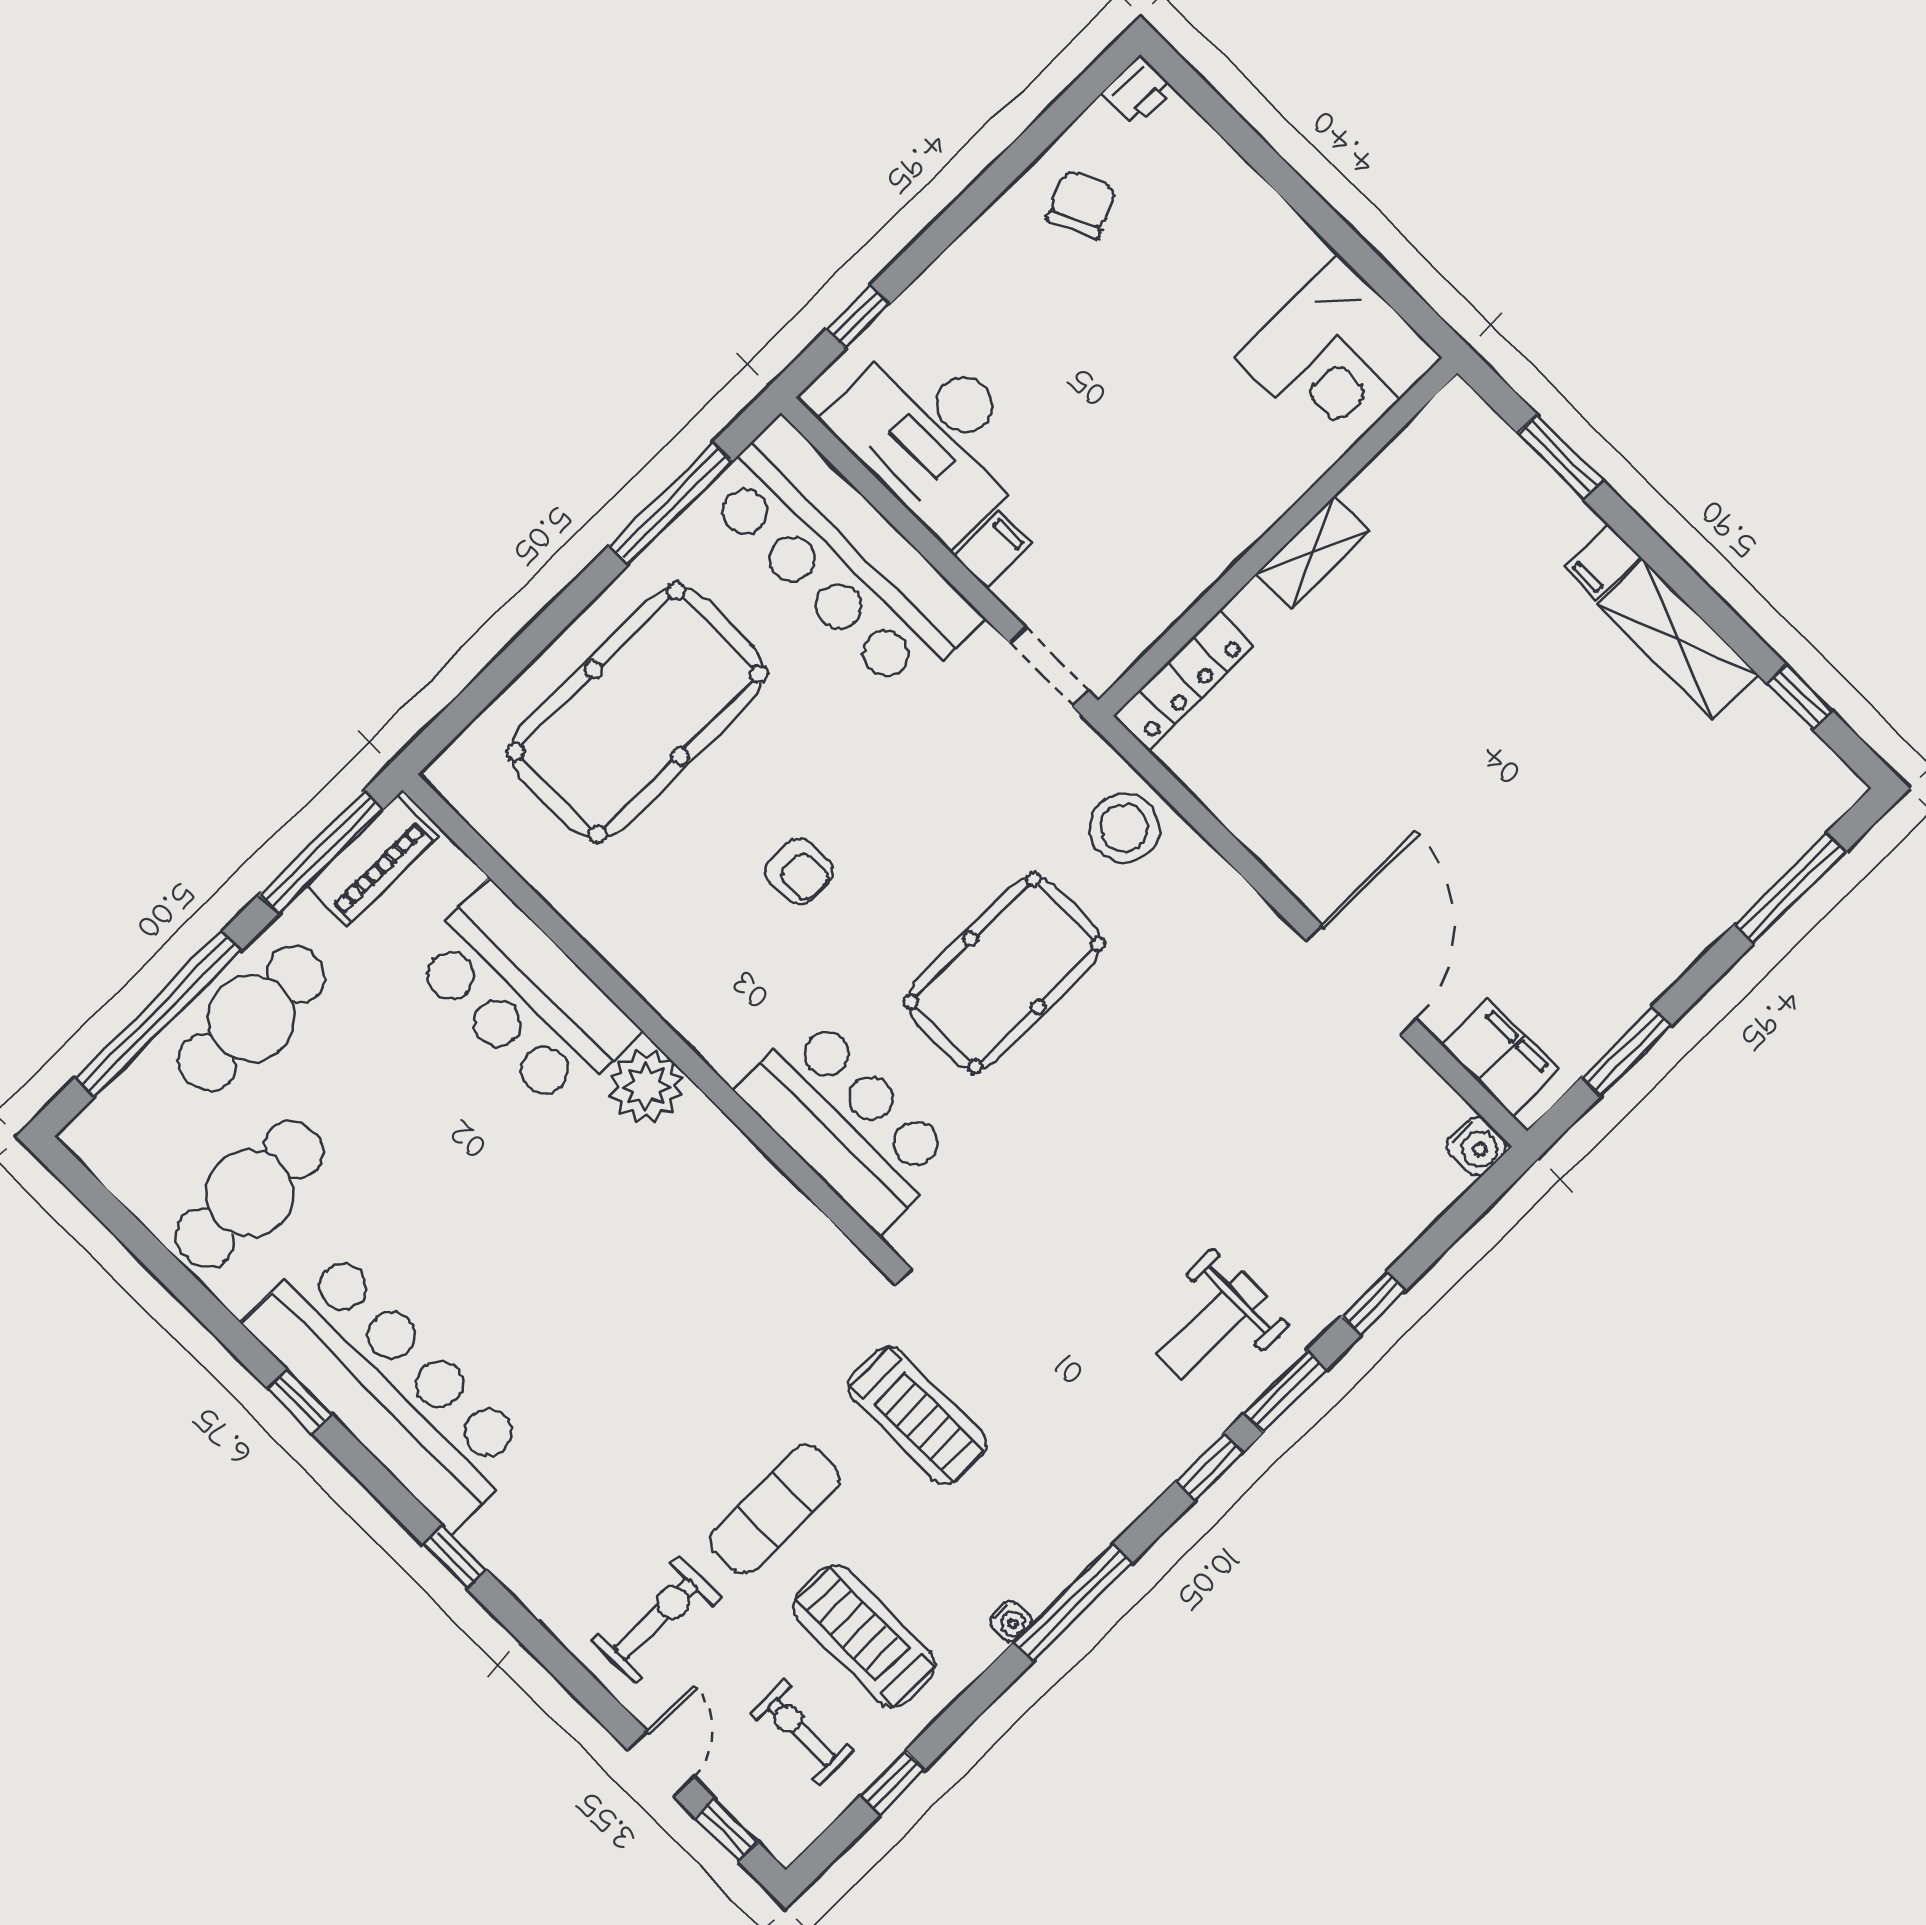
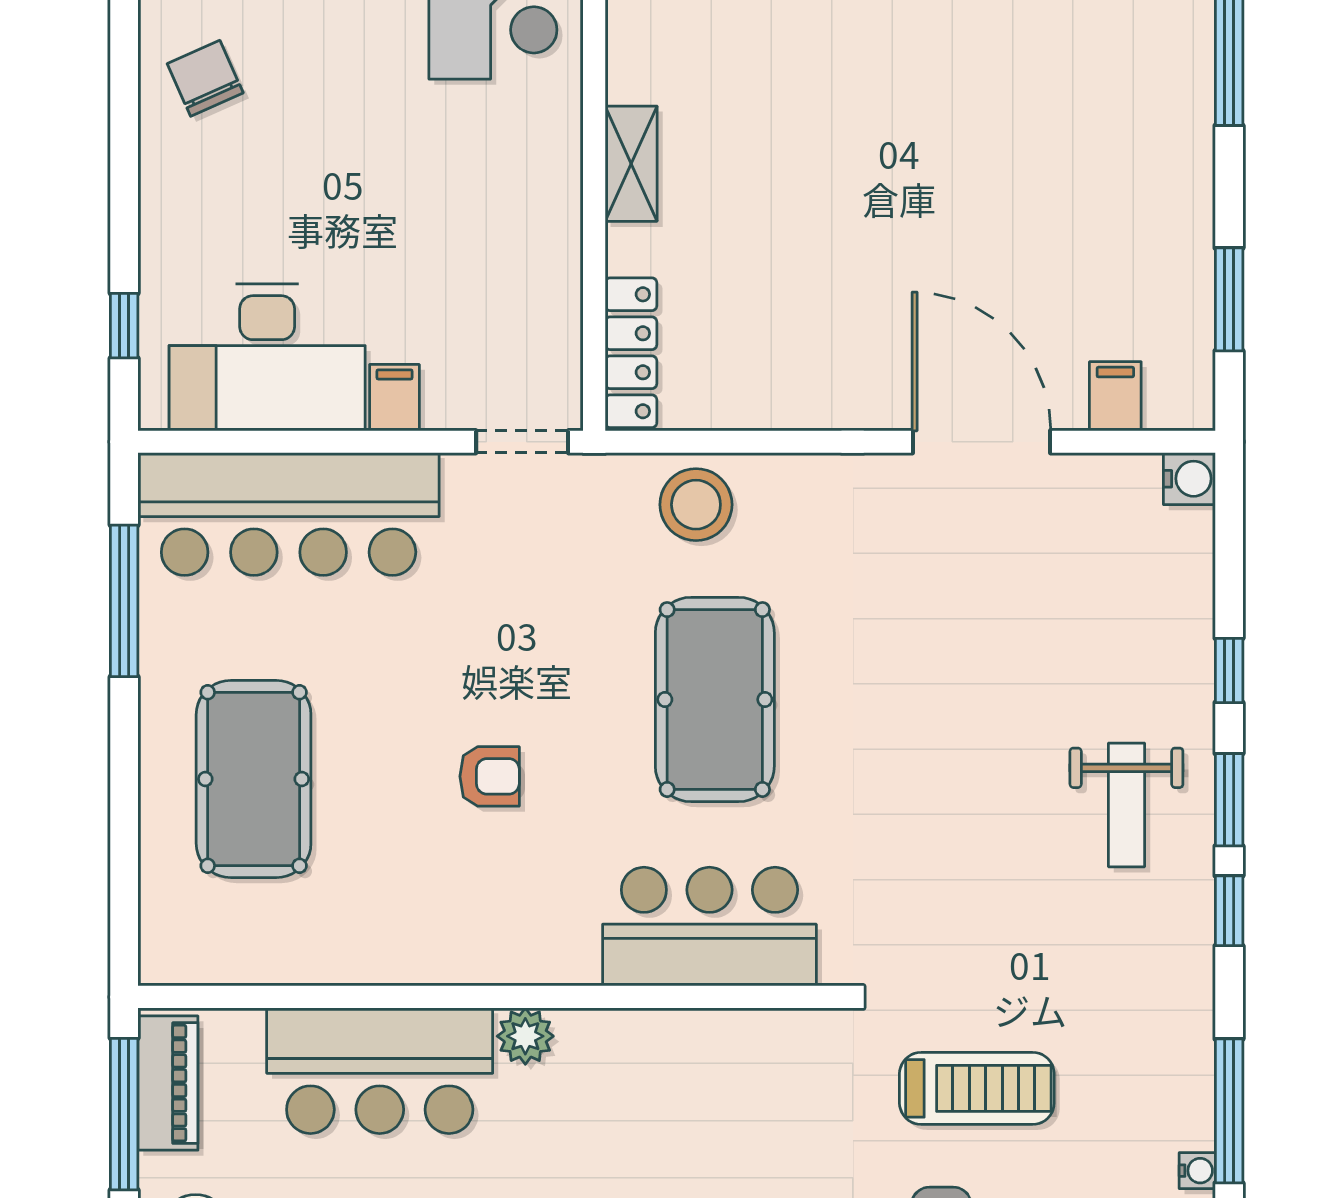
pool table: (637, 713) -> (254, 779), width x0.73, depth x0.76
filing cabinet: (1500, 1058) -> (1115, 396), width x0.50
plant: (646, 1086) -> (525, 1036), width x0.73, depth x0.73

